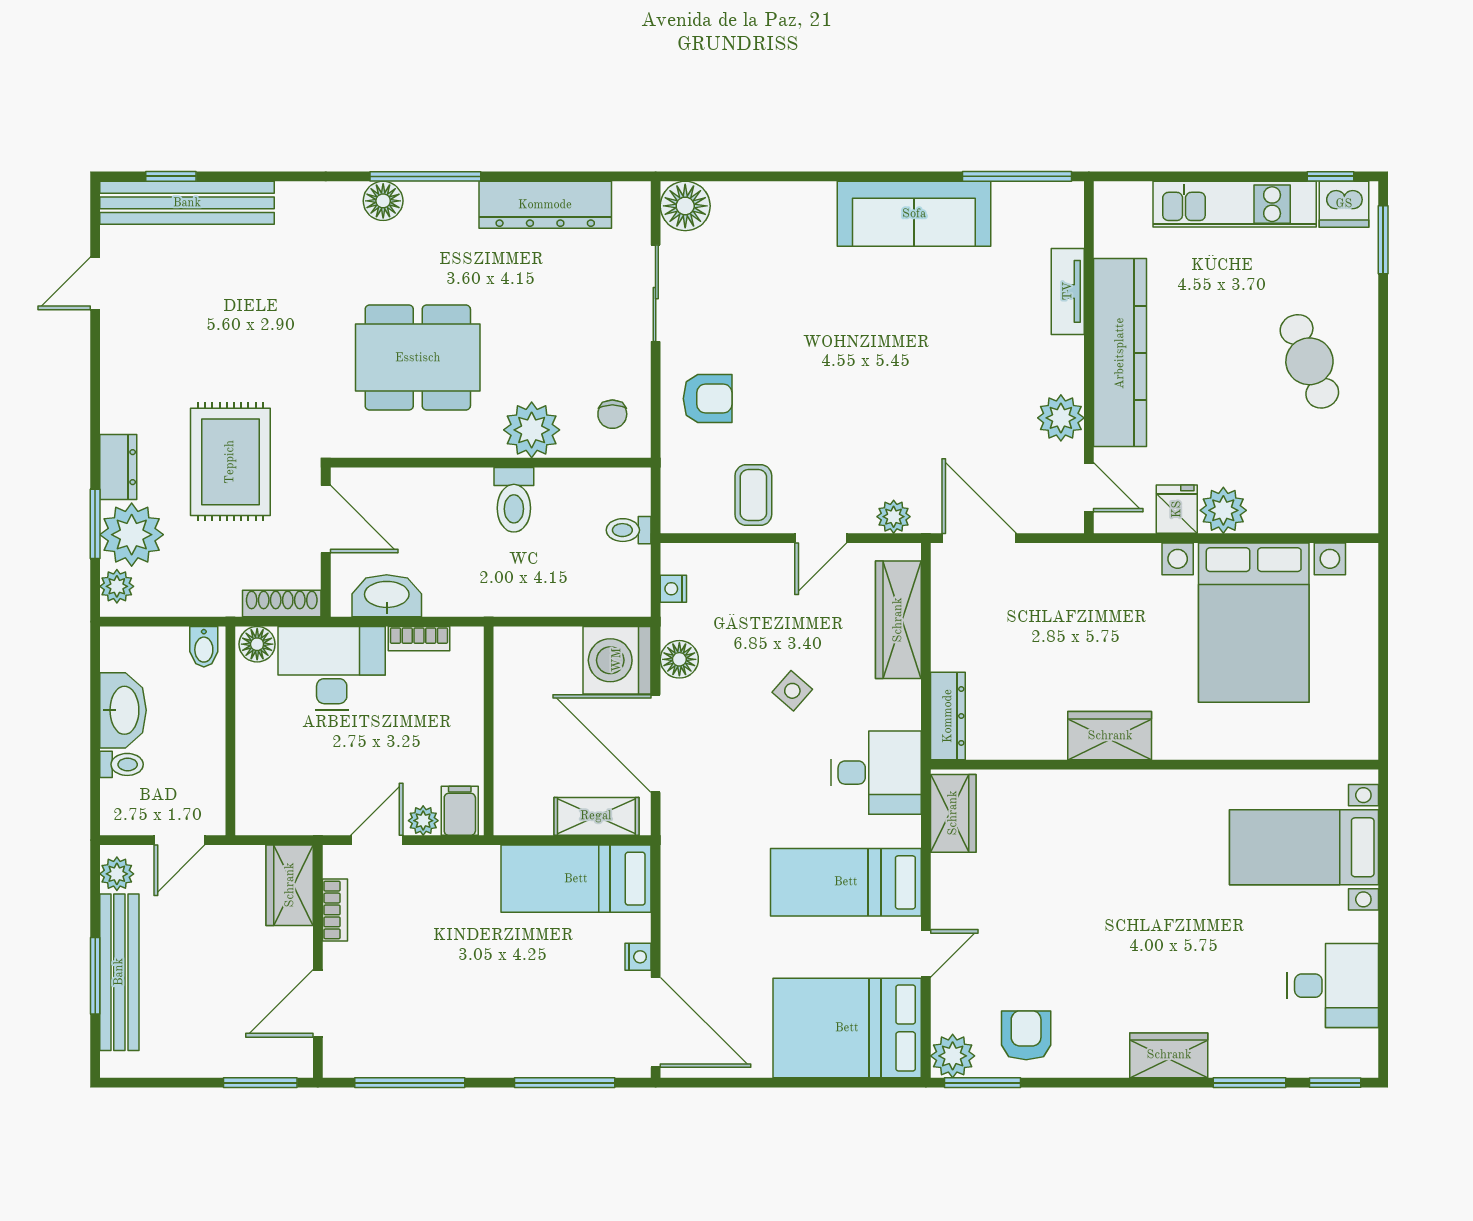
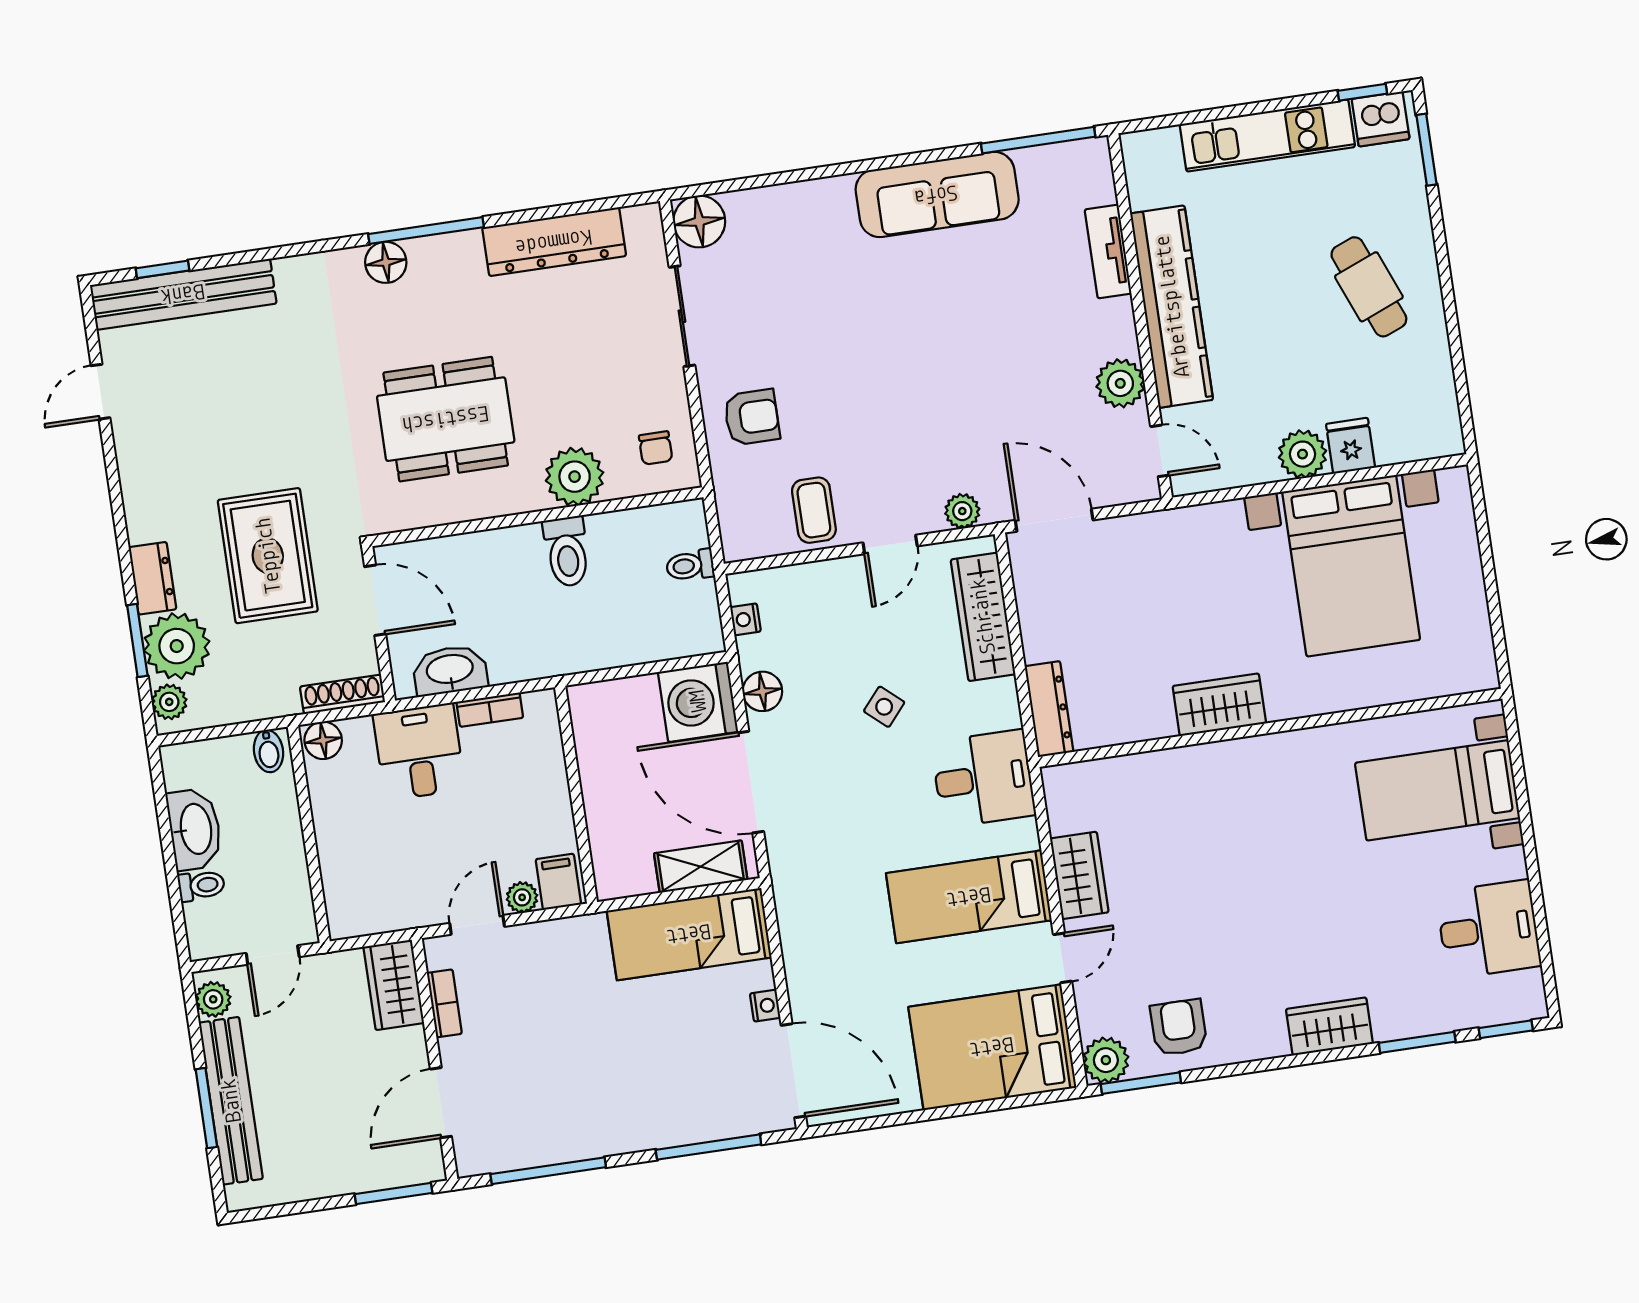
fridge: (1177, 509) -> (1350, 446), moved
desk: (332, 668) -> (419, 752), width x0.73
wardrobe: (953, 813) -> (1079, 875), moved

